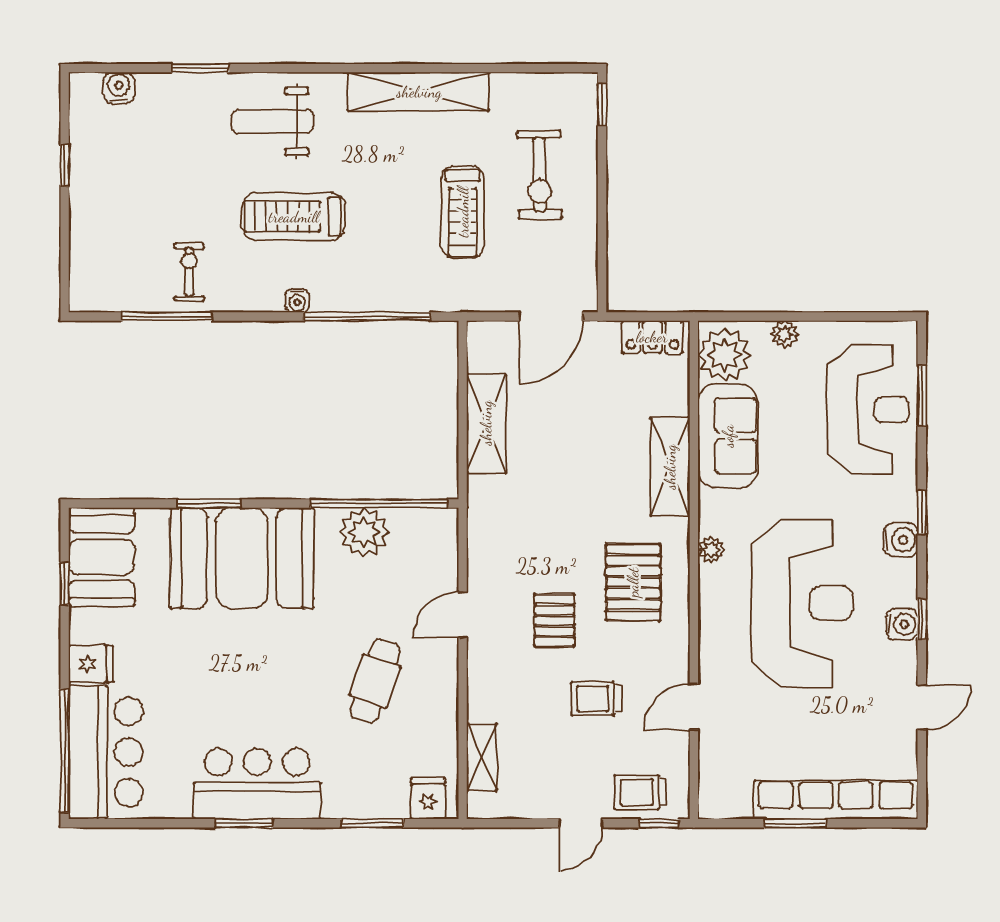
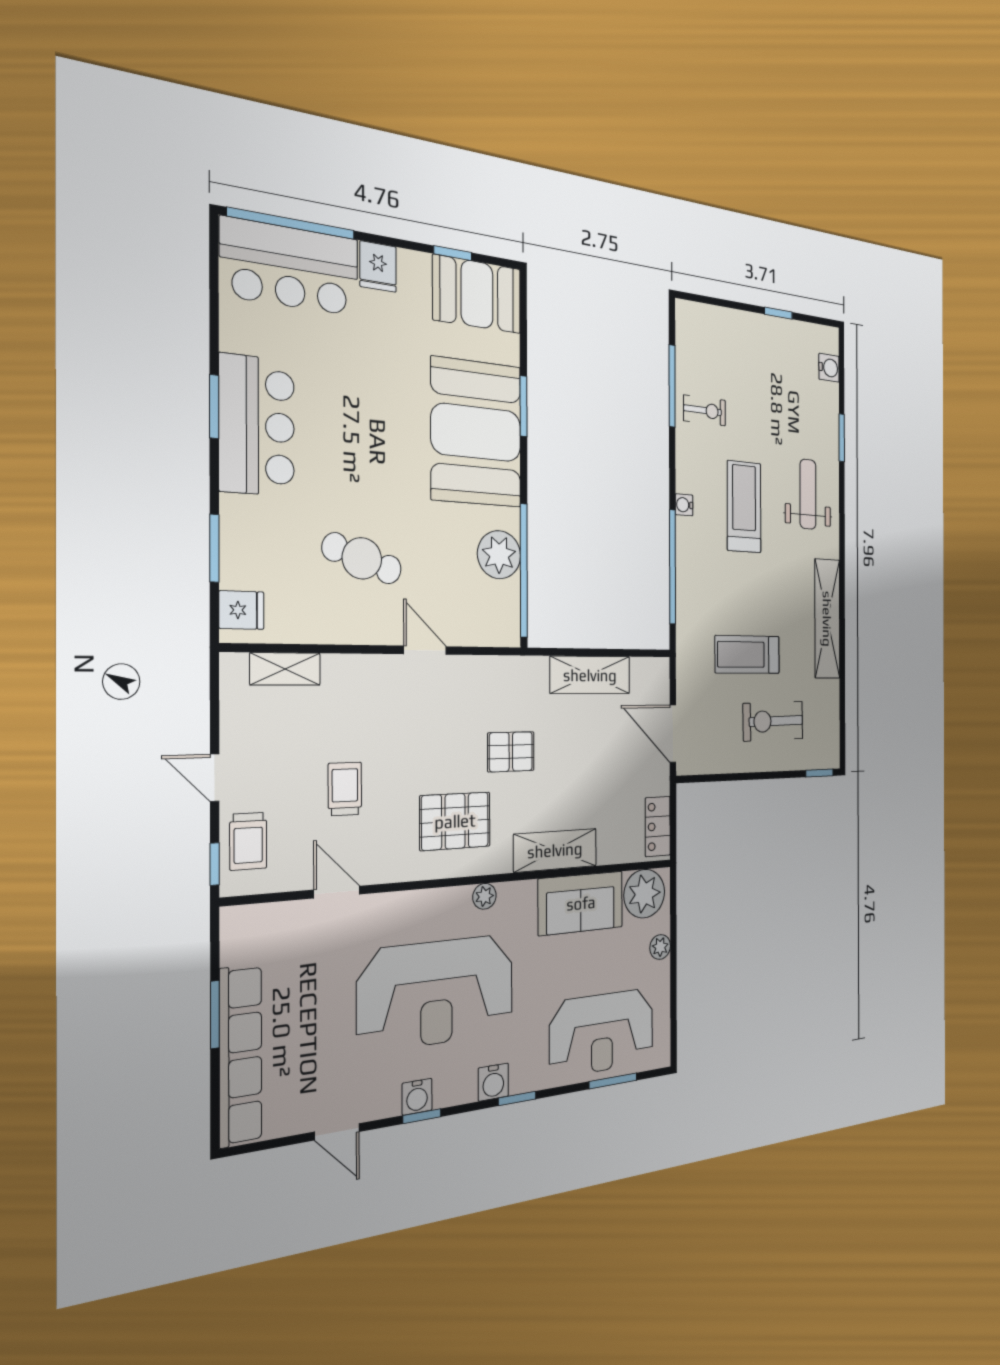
pallet: (554, 621) -> (511, 752), moved
trolley: (640, 792) -> (248, 841), turned 180

